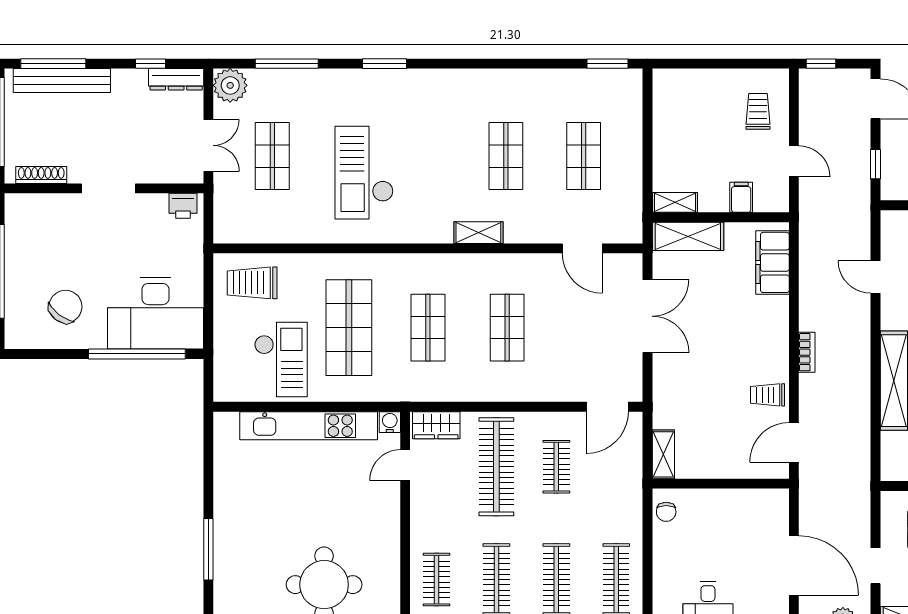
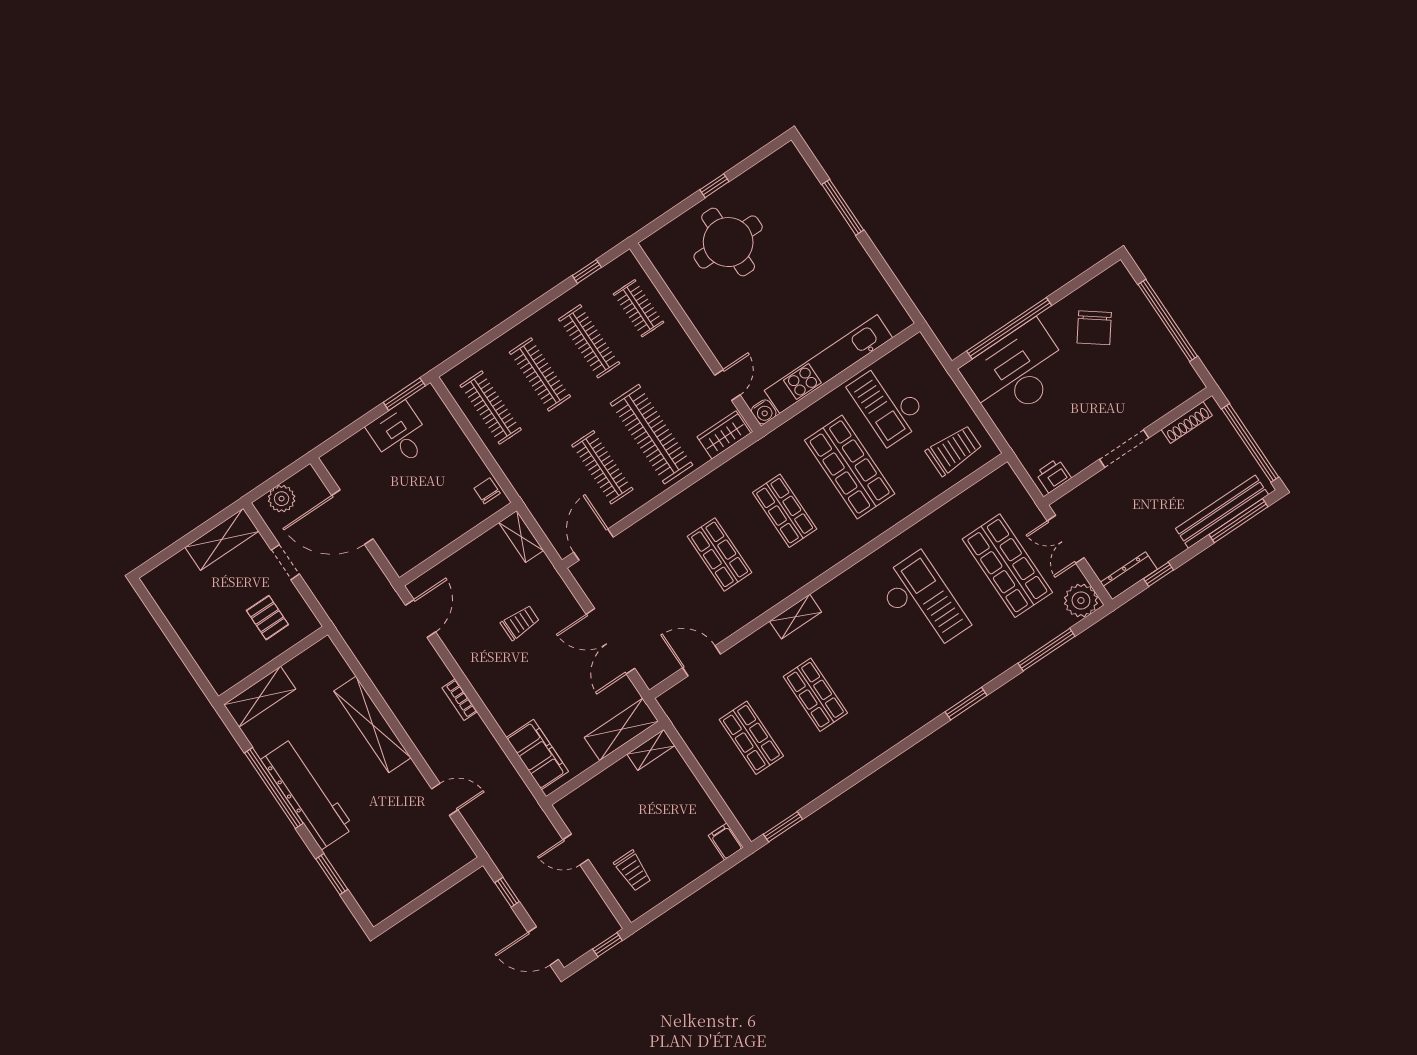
shop shelf: (272, 156) -> (1007, 566), width x1.43, depth x1.36
filing cabinet: (741, 197) -> (726, 841), moved, turned 180
trolley: (768, 395) -> (520, 623), moved
clothes rail: (556, 467) -> (602, 467), width x1.36

